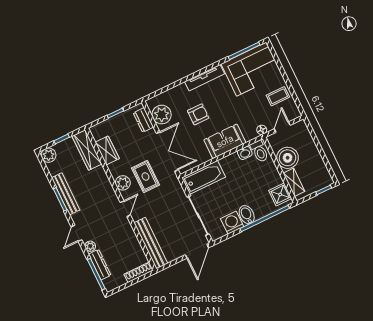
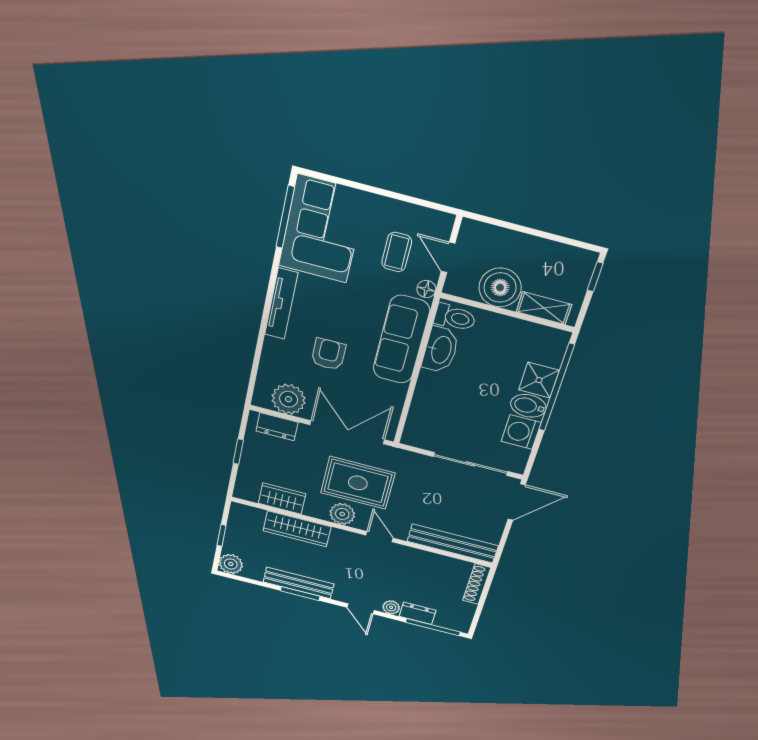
coffee table: (278, 96) -> (397, 252), moved
sofa: (225, 141) -> (401, 340), width x1.36
wardrobe: (87, 150) -> (297, 529), moved
washbasin: (245, 153) -> (441, 350), width x1.91, depth x1.45
rug: (145, 176) -> (358, 483), width x1.36, depth x1.43
bathtub: (204, 177) -> (424, 417), removed
shower: (280, 194) -> (539, 380), moved
door: (197, 251) -> (517, 502), hinge flipped
dresser: (100, 265) -> (418, 613), width x0.70

